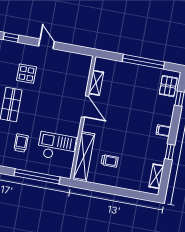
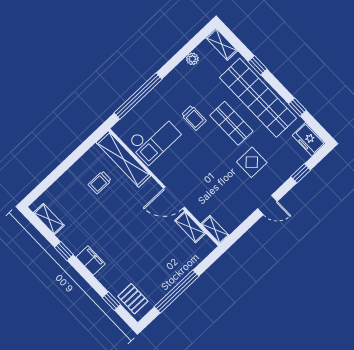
shelving: (86, 66) -> (215, 230), added
filing cabinet: (163, 131) -> (91, 260), width x2.00
trolley: (21, 143) -> (194, 118), moved

